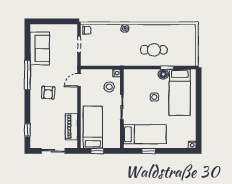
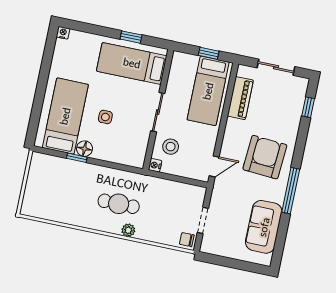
cafe table: (154, 50) -> (119, 204), moved
armchair: (48, 93) -> (265, 157), width x1.88, depth x1.88

